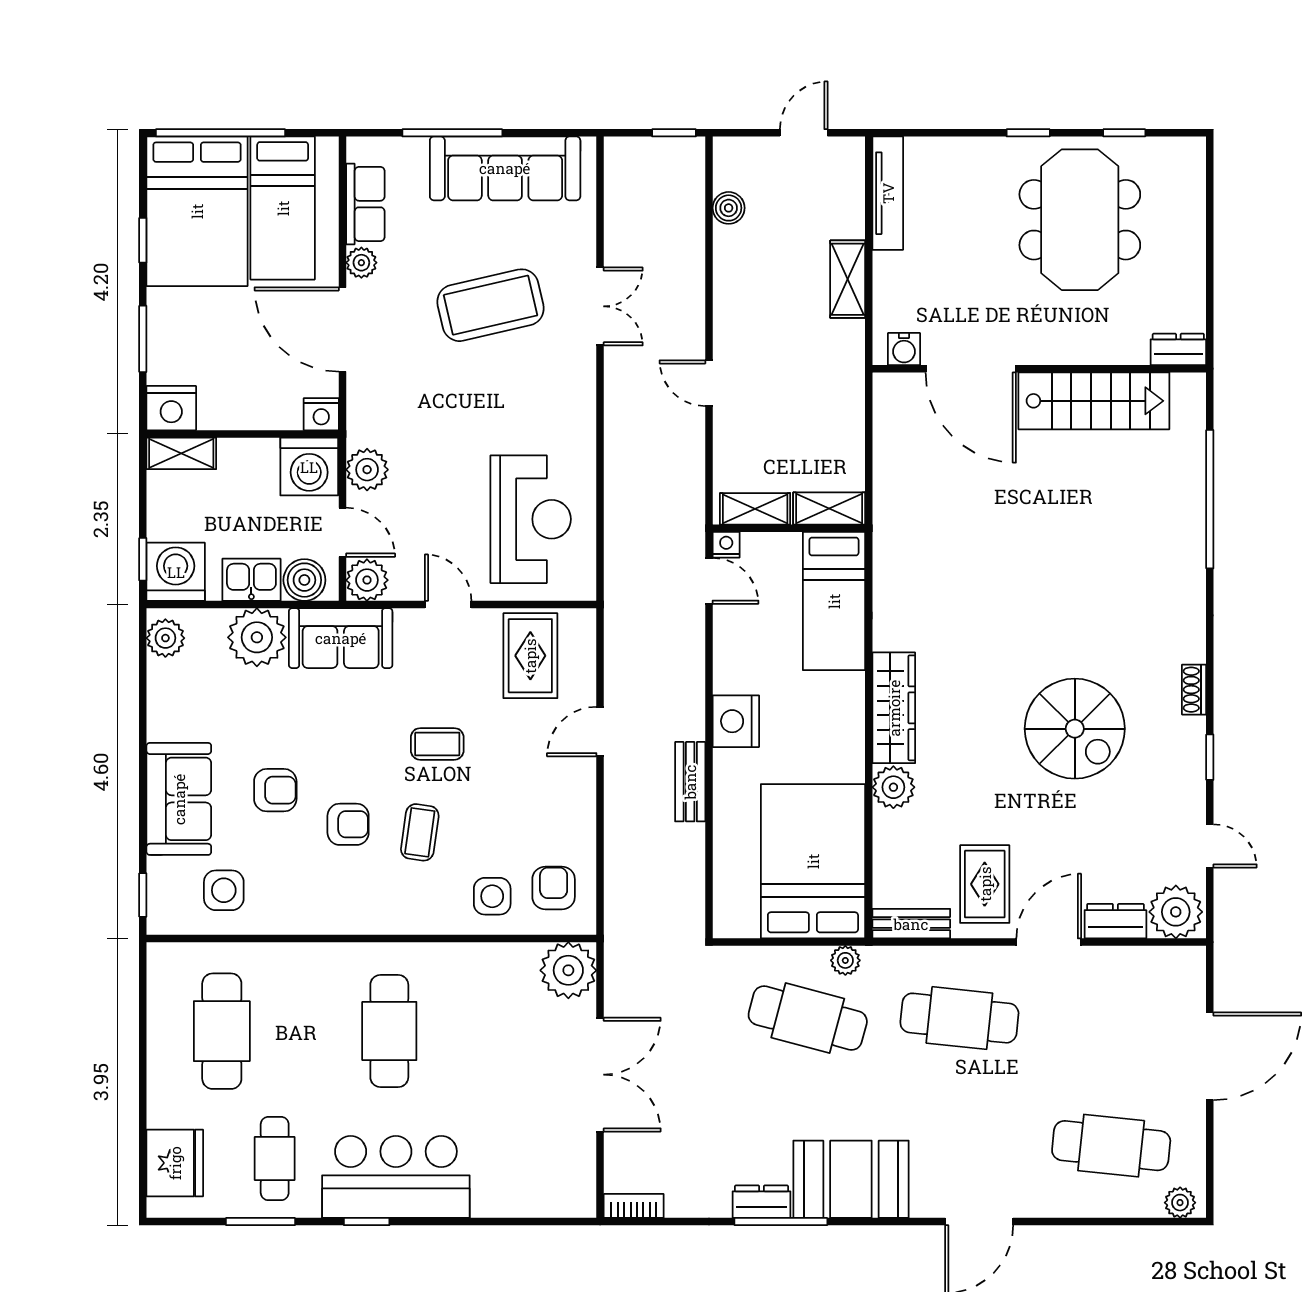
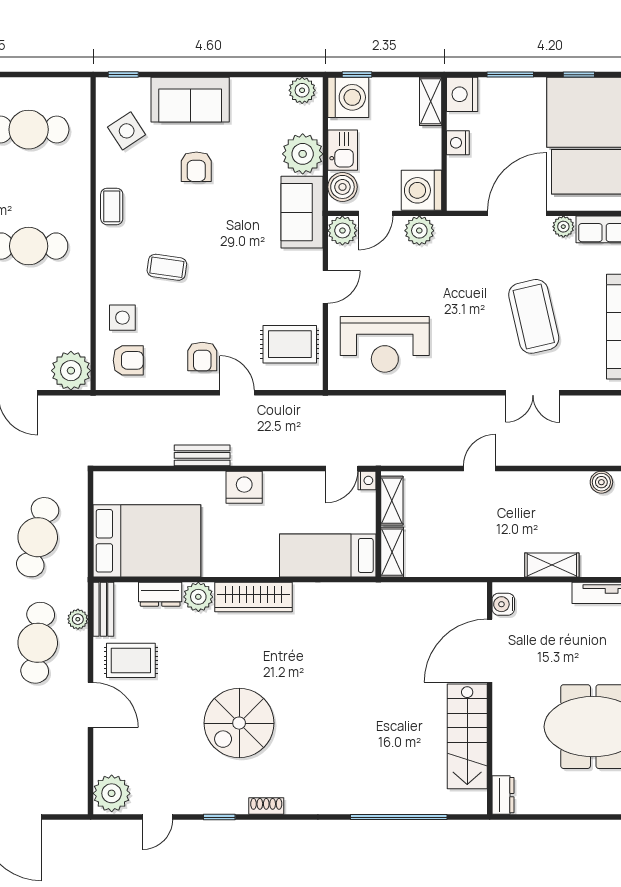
nightstand: (321, 414) -> (458, 143), moved
coffee table: (437, 744) -> (112, 206), moved
armchair: (348, 824) -> (202, 356), moved
side table: (224, 890) -> (127, 131), turned -33
dresser: (1115, 921) -> (160, 594), moved, turned 90
plant: (845, 960) -> (78, 619), moved

